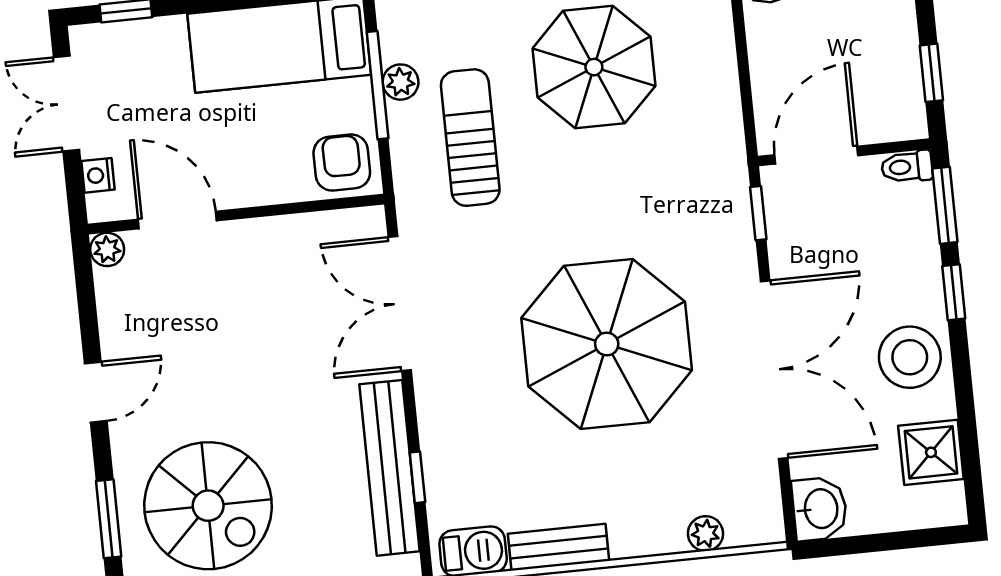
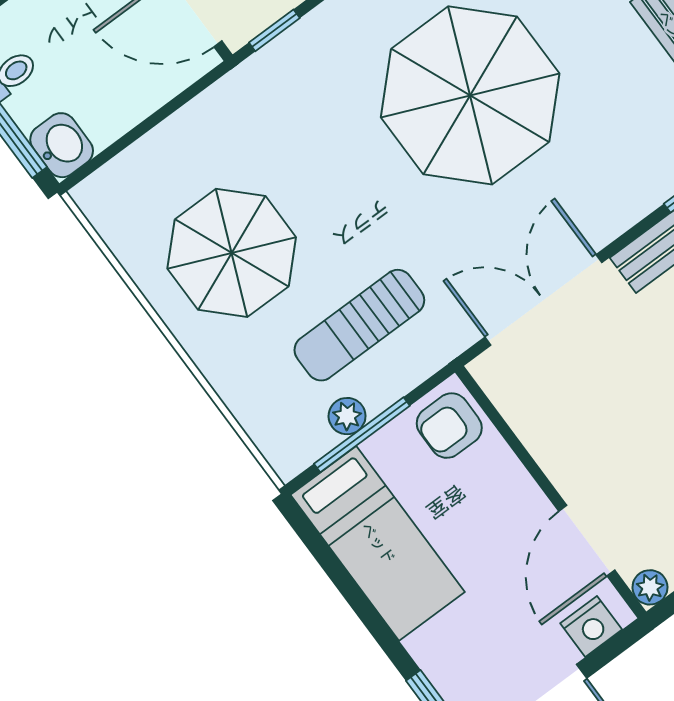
nightstand: (98, 175) -> (591, 626), width x1.39, depth x1.35
double door: (400, 304) -> (544, 300), swing flipped

